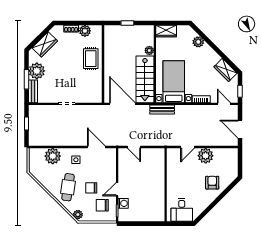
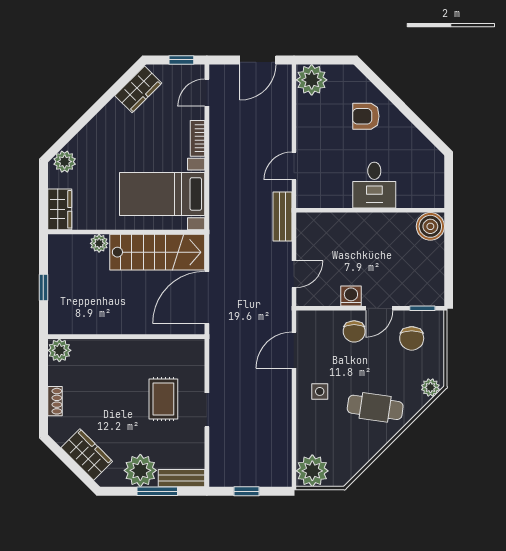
plant: (85, 31) -> (59, 350), moved
plant: (198, 42) -> (65, 162), moved
rug: (91, 59) -> (163, 399), moved, turned 90
bench: (162, 110) -> (282, 216), moved
door: (188, 147) -> (294, 166), swing flipped
plant: (53, 156) -> (312, 471), moved
plant: (206, 156) -> (312, 80), moved
chair: (91, 188) -> (354, 331), moved
door: (117, 189) -> (379, 308), hinge flipped
washing machine: (123, 203) -> (351, 296), moved
desk: (182, 210) -> (374, 185), moved, turned 90
boiler: (158, 215) -> (430, 226), added

